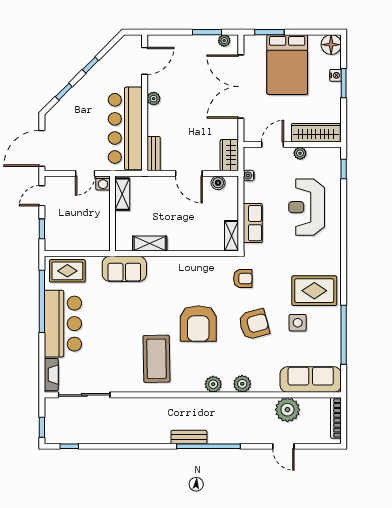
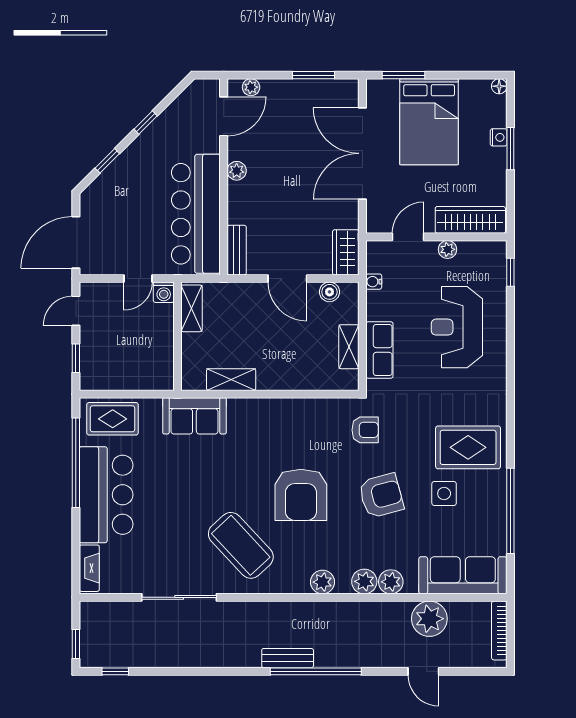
plant: (224, 41) -> (251, 87), moved
floor lamp: (331, 45) -> (499, 86), width x0.53, depth x0.53
shelving: (232, 236) -> (349, 347), moved
coffee table: (156, 359) -> (241, 545), turned -42
plant: (261, 384) -> (391, 582), added
sliding door: (84, 395) -> (179, 597), moved

